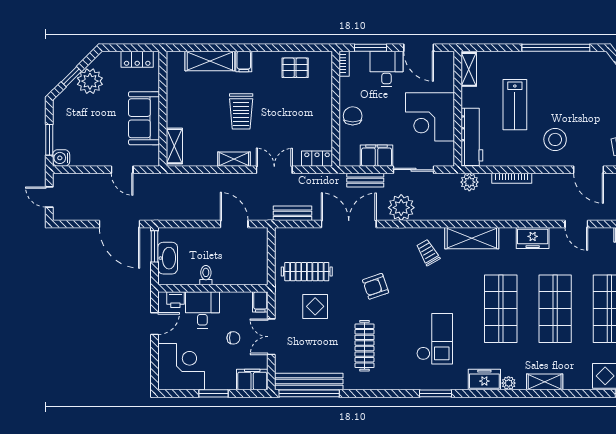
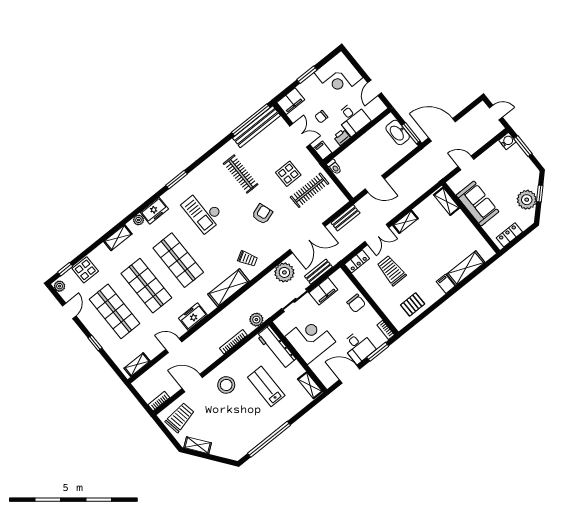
trolley: (241, 111) -> (391, 270), moved
toilet: (206, 275) -> (334, 167), moved
printer: (175, 300) -> (342, 137), moved

